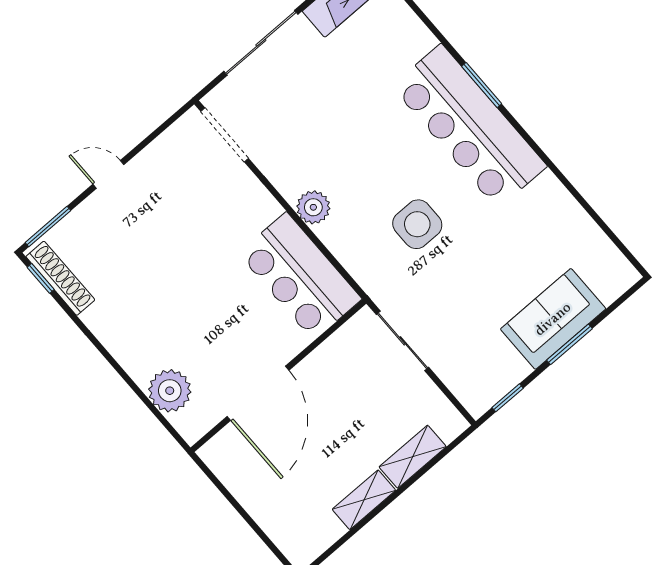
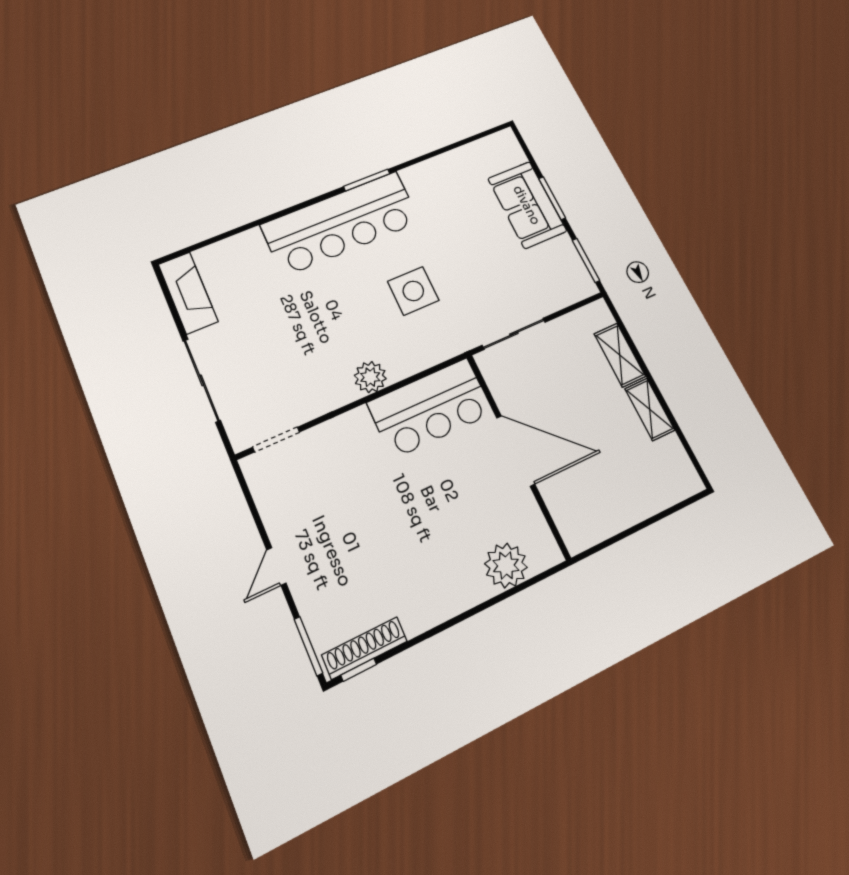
window: (482, 85) -> (367, 180), moved
doorway: (225, 135) -> (276, 439), width x0.73
door: (258, 393) -> (516, 451), moved
window: (508, 398) -> (586, 260), width x1.50

